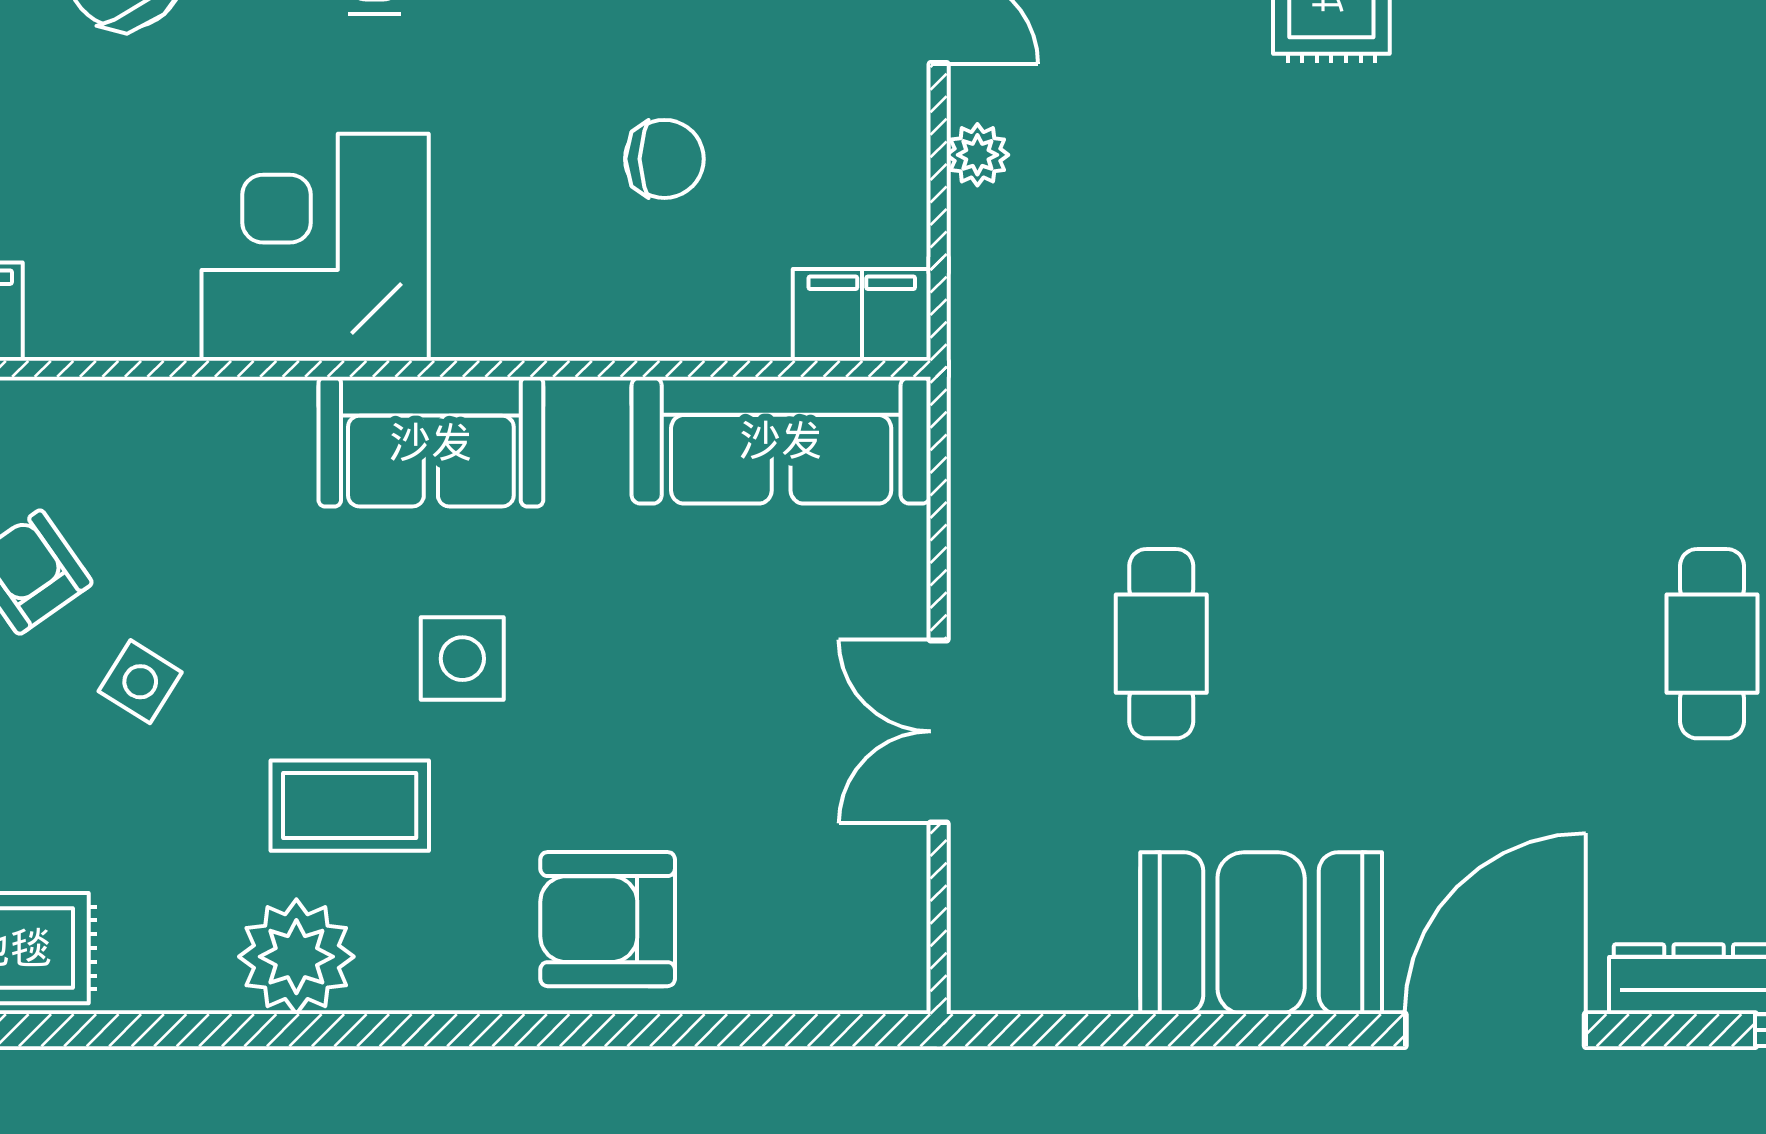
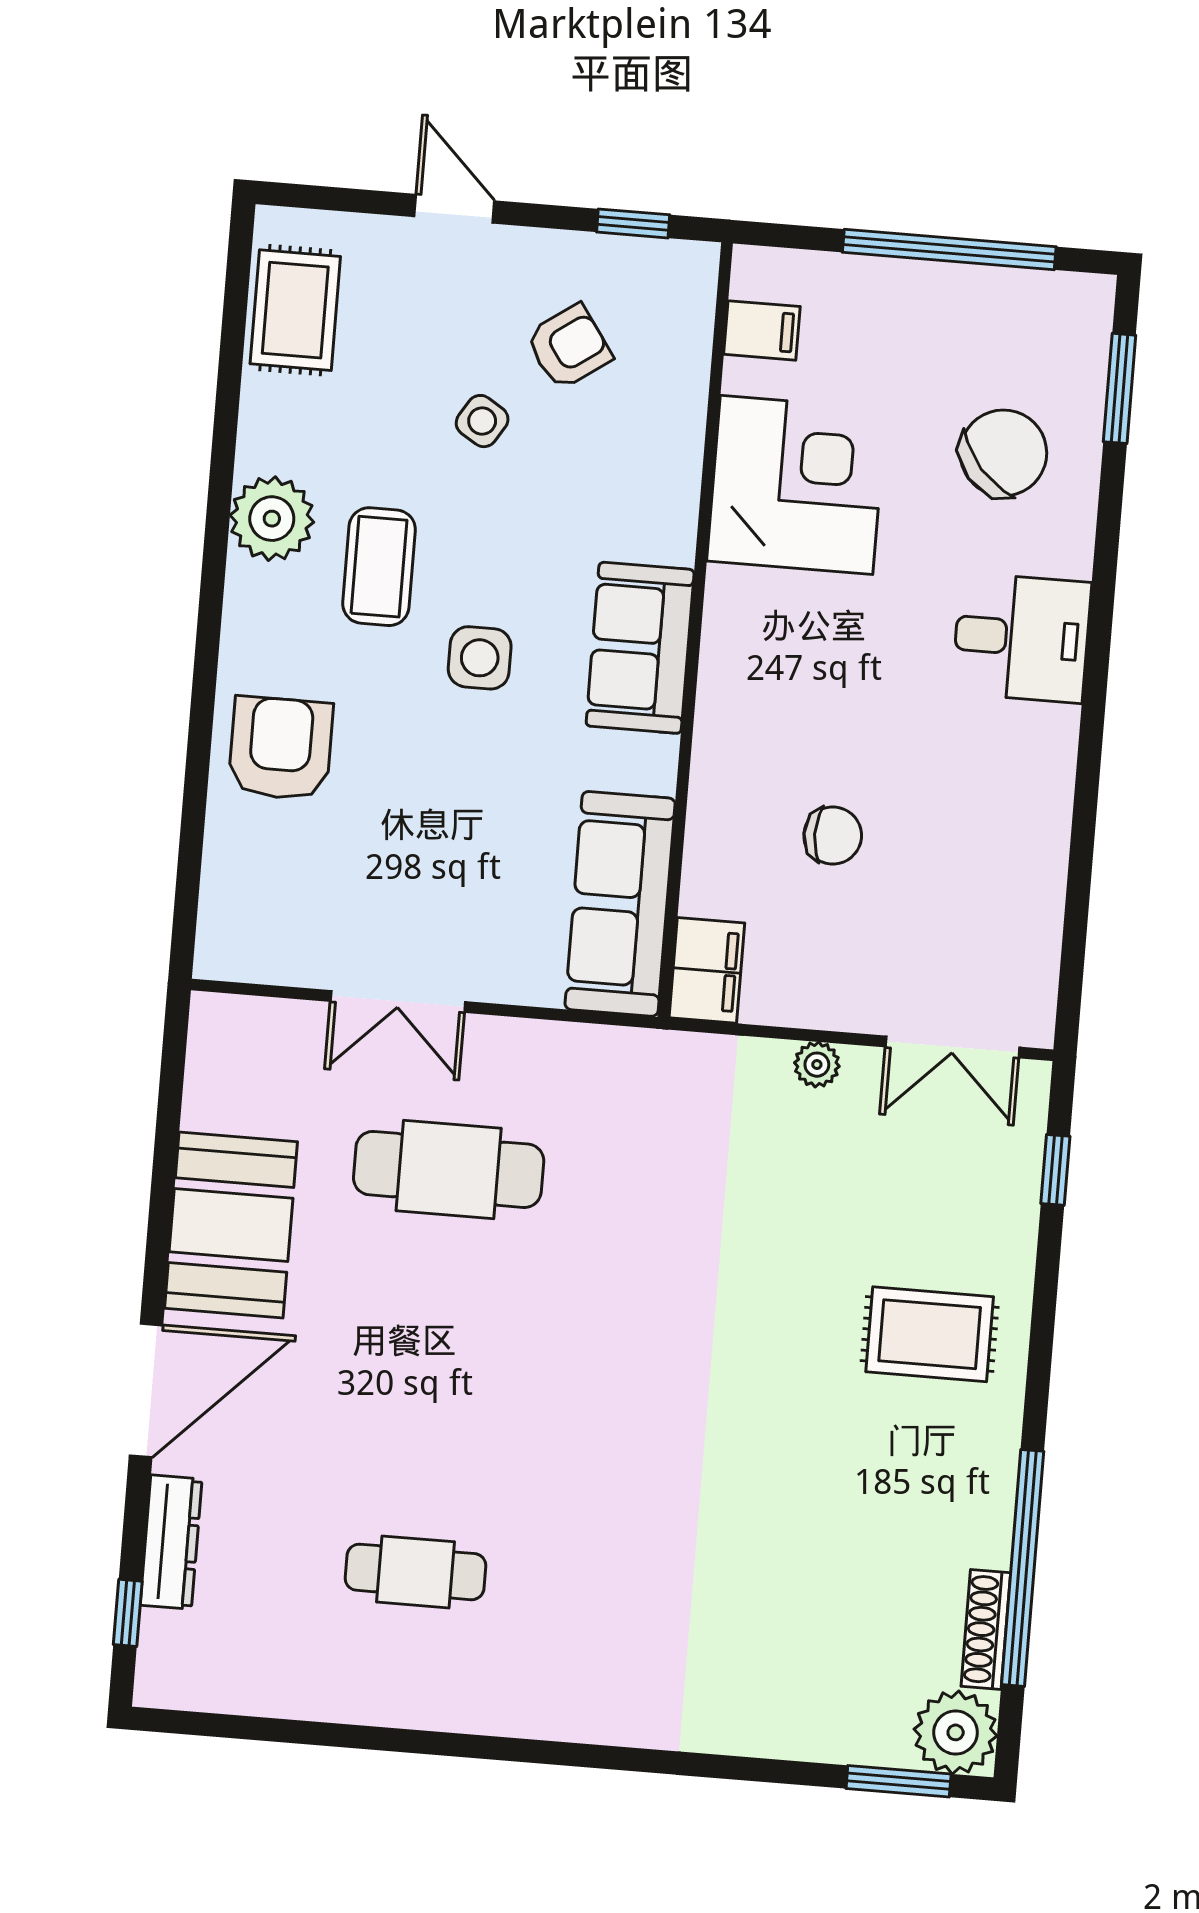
chair: (664, 159) -> (833, 836), turned -90
corner desk: (315, 247) -> (797, 485), moved
cafe table: (1161, 644) -> (449, 1169), width x1.37, depth x1.35
double door: (939, 731) -> (398, 1001), swing flipped
door: (1495, 1030) -> (146, 1390), hinge flipped

